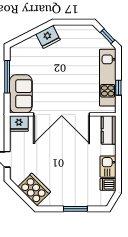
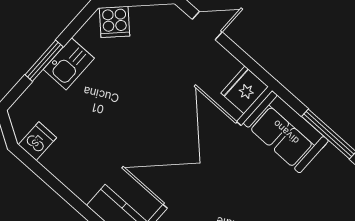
kitchen sink: (108, 167) -> (69, 64), moved, turned 90
cooker: (34, 189) -> (115, 22), width x0.53, depth x0.76

